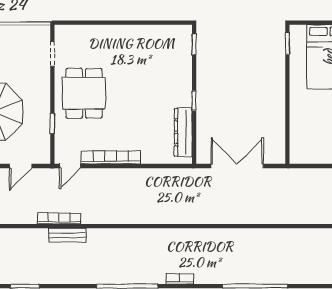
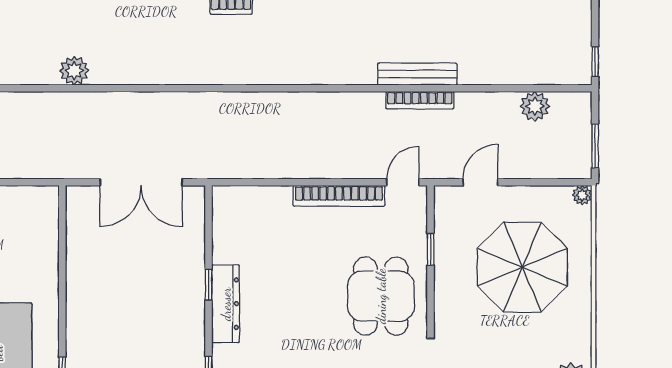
dresser: (183, 132) -> (226, 304), moved
bench: (67, 235) -> (417, 74), width x1.36
plant: (280, 237) -> (74, 71), added

